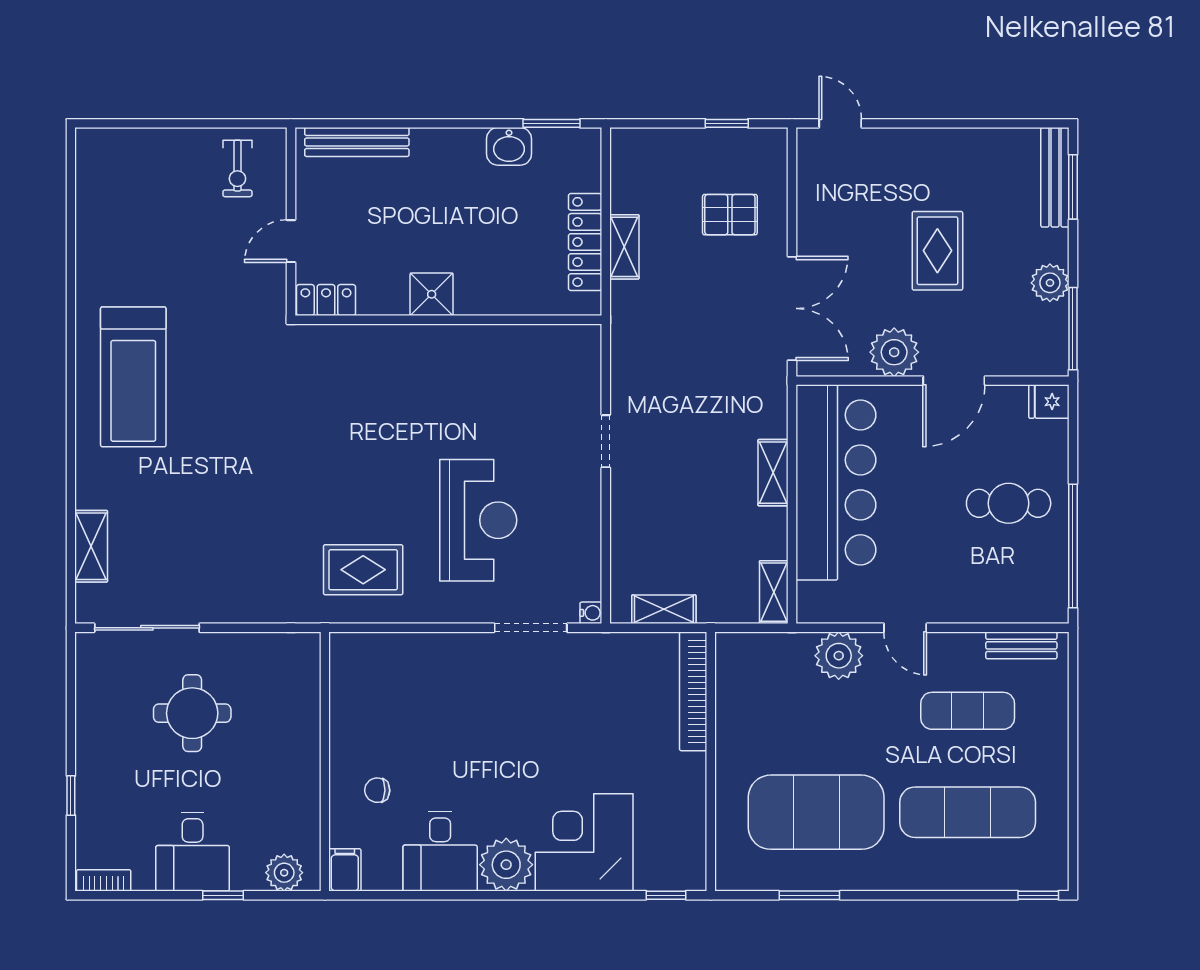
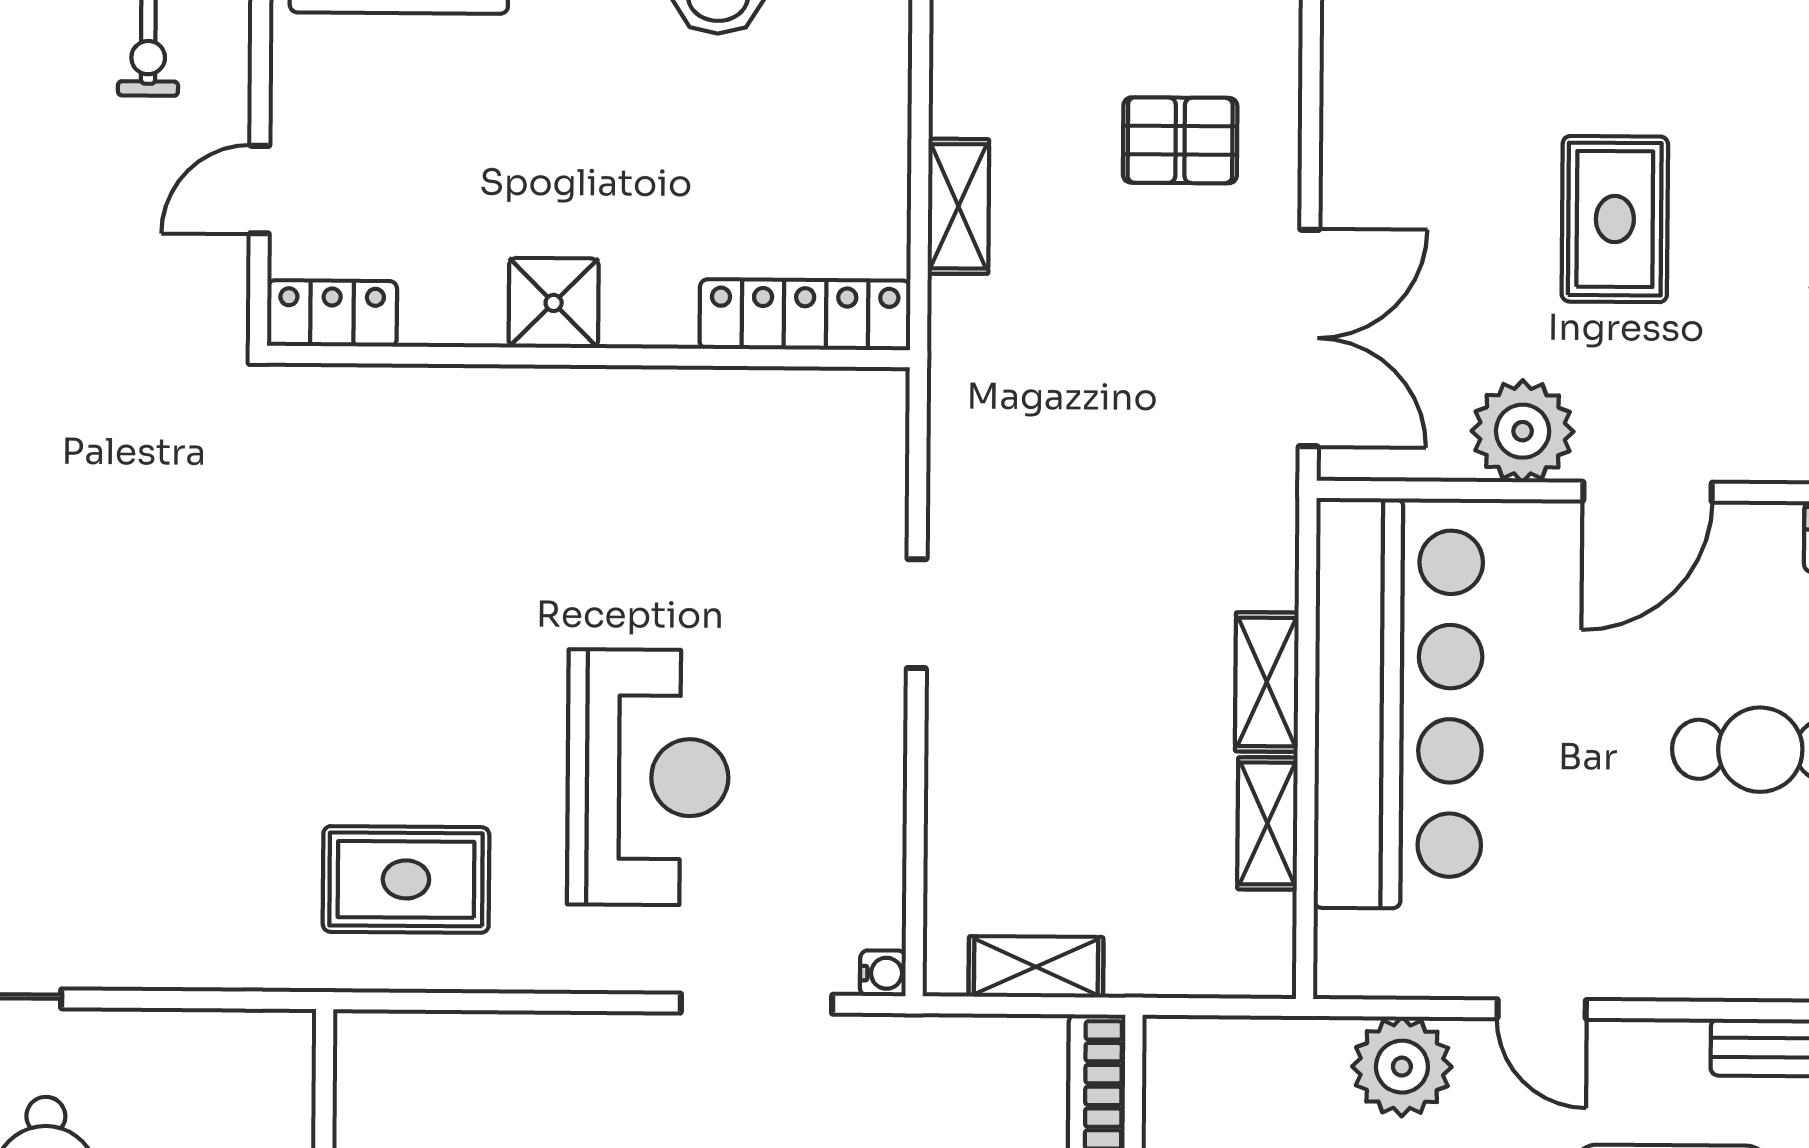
locker: (585, 242) -> (805, 315), moved, turned 90
shelving: (774, 592) -> (1267, 823), moved

